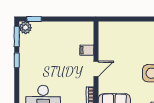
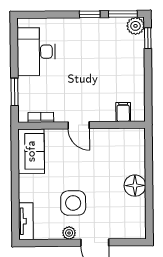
floor lamp: (139, 29) -> (135, 186), added
filing cabinet: (87, 50) -> (123, 112), moved

